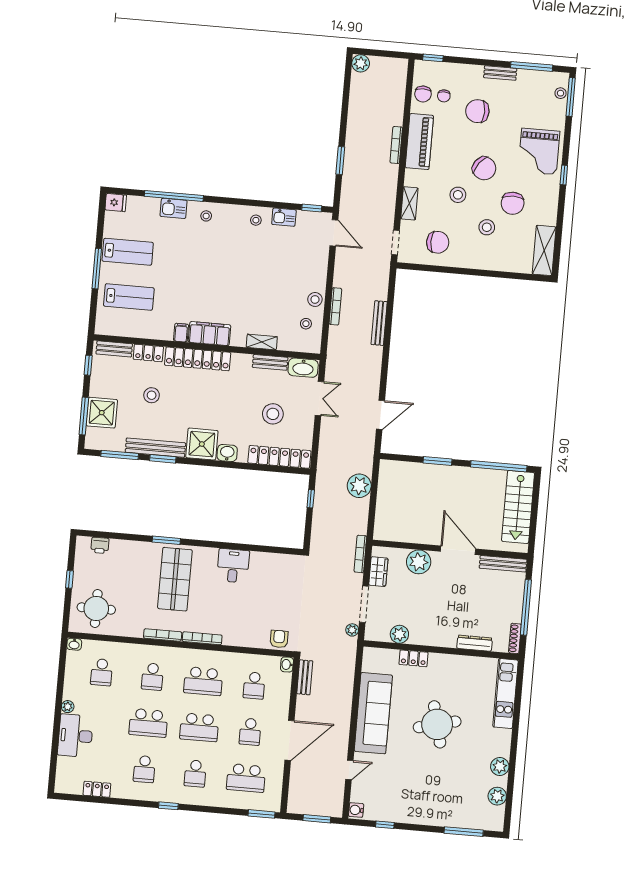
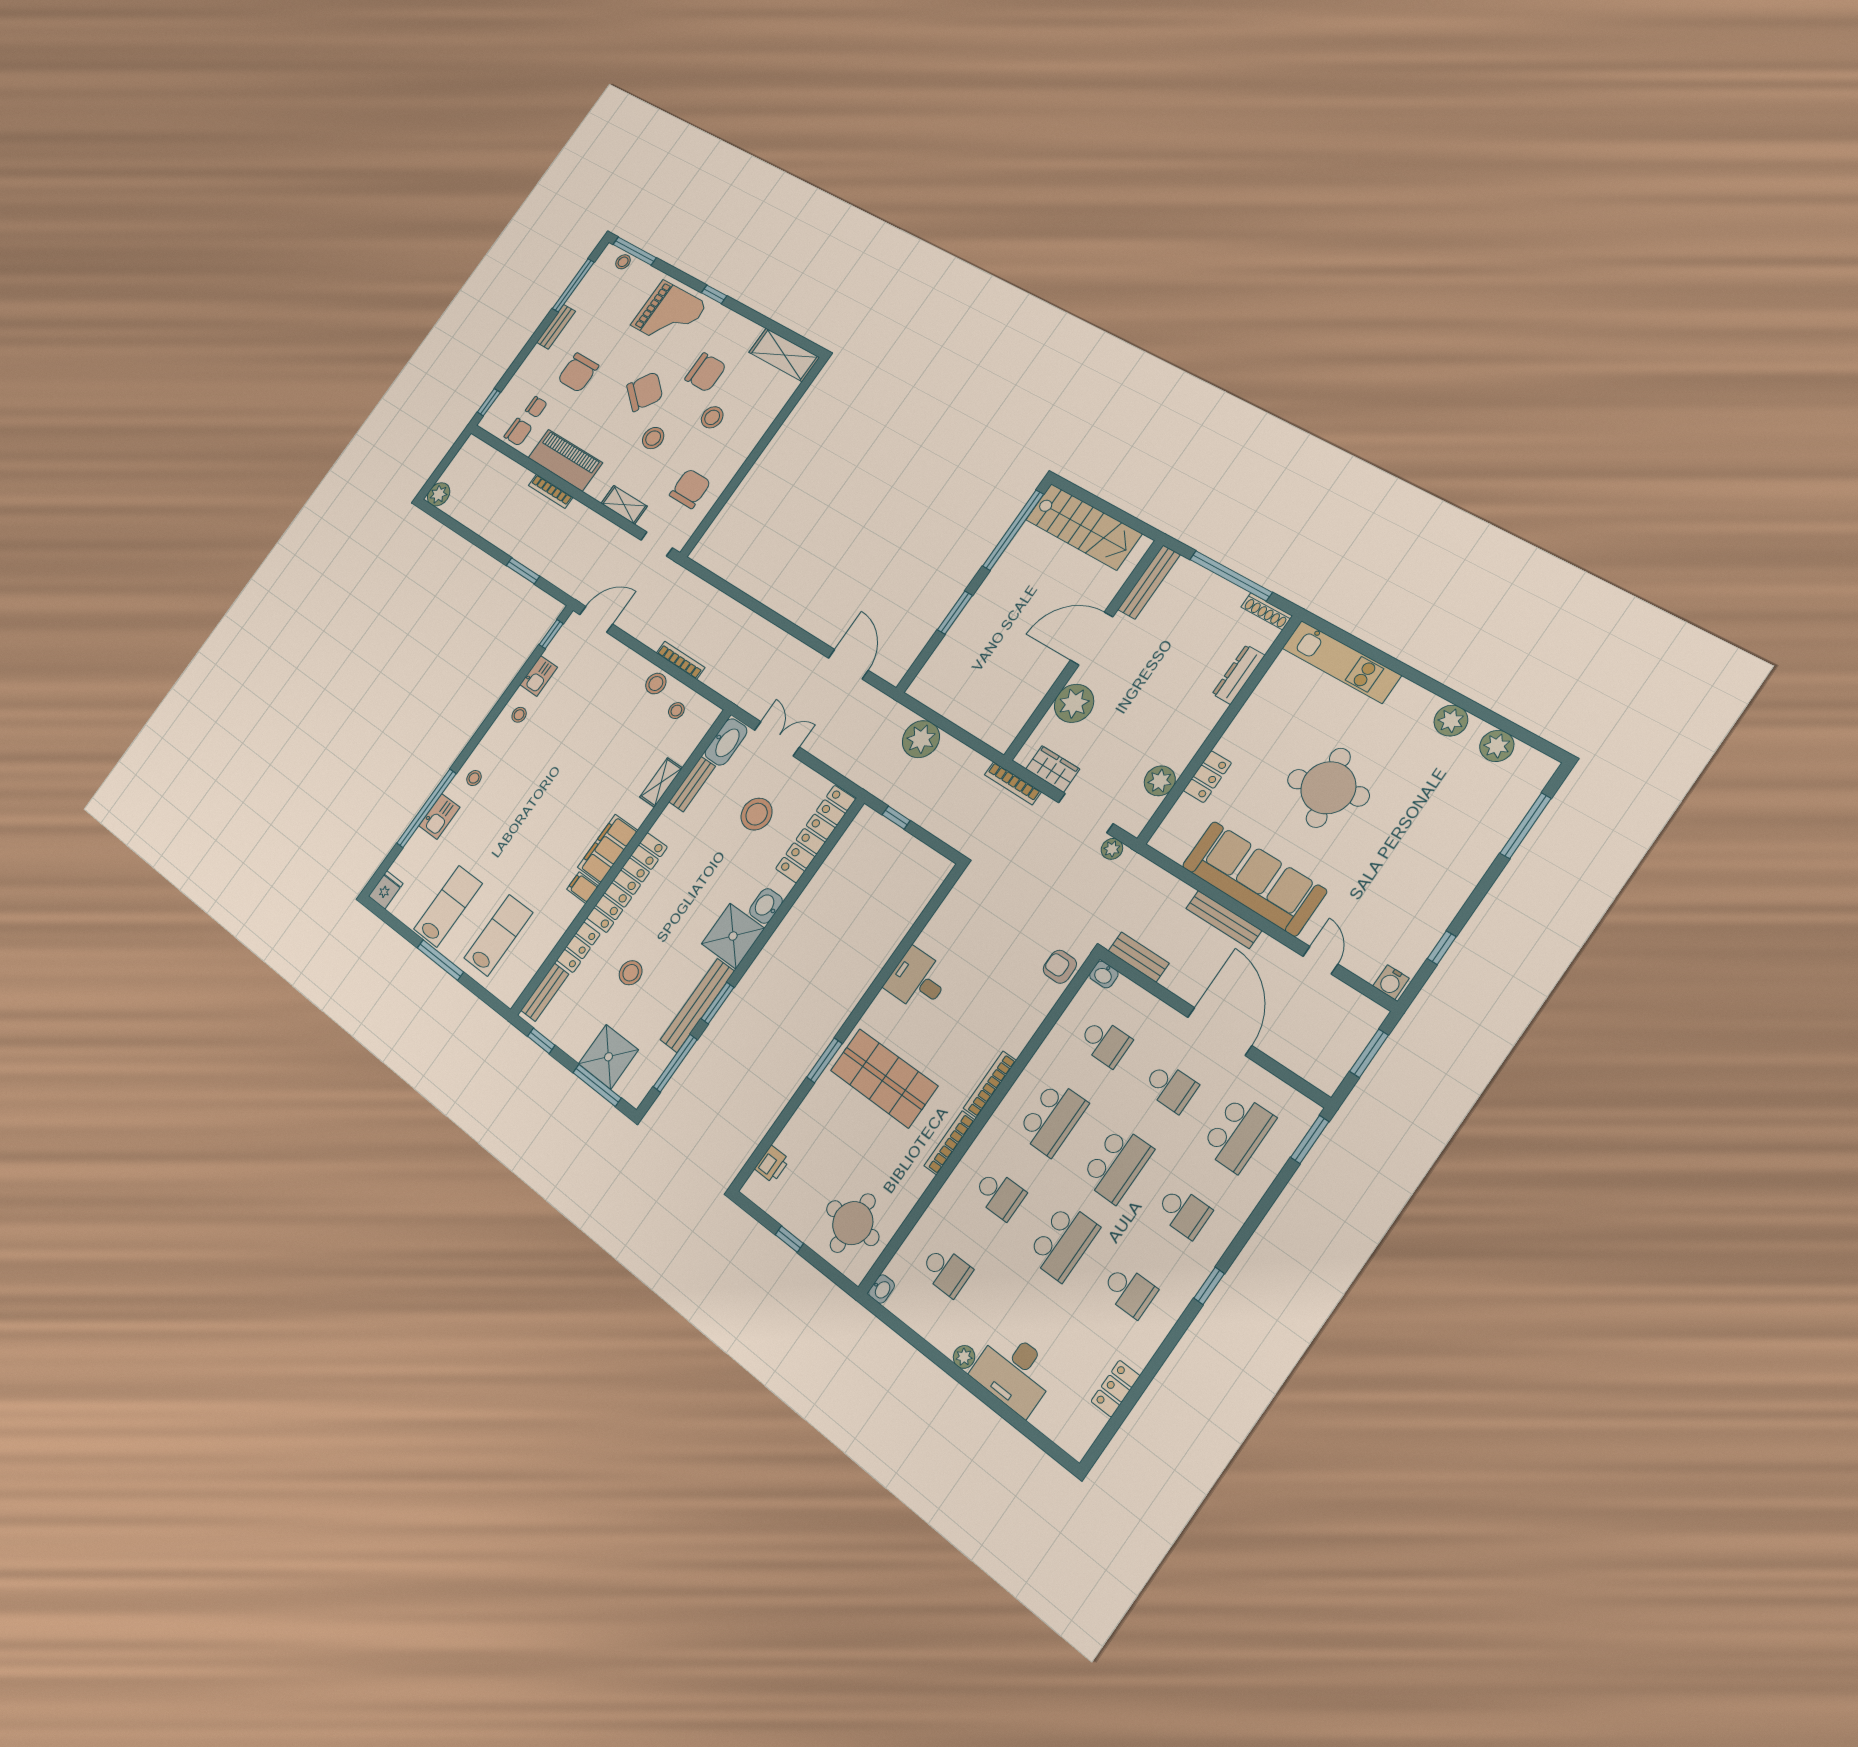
bench: (379, 323) -> (1224, 919), moved

